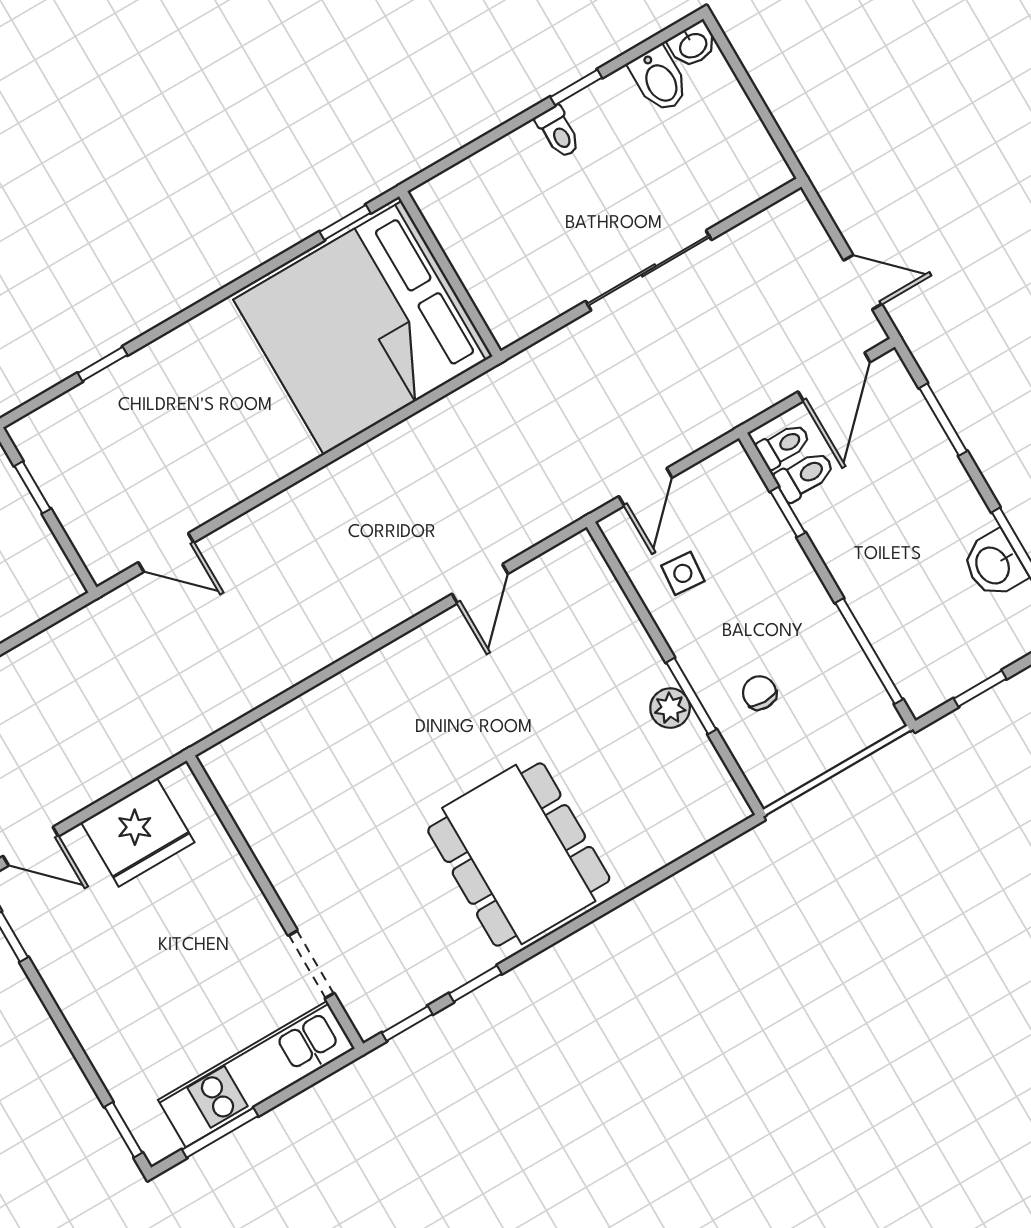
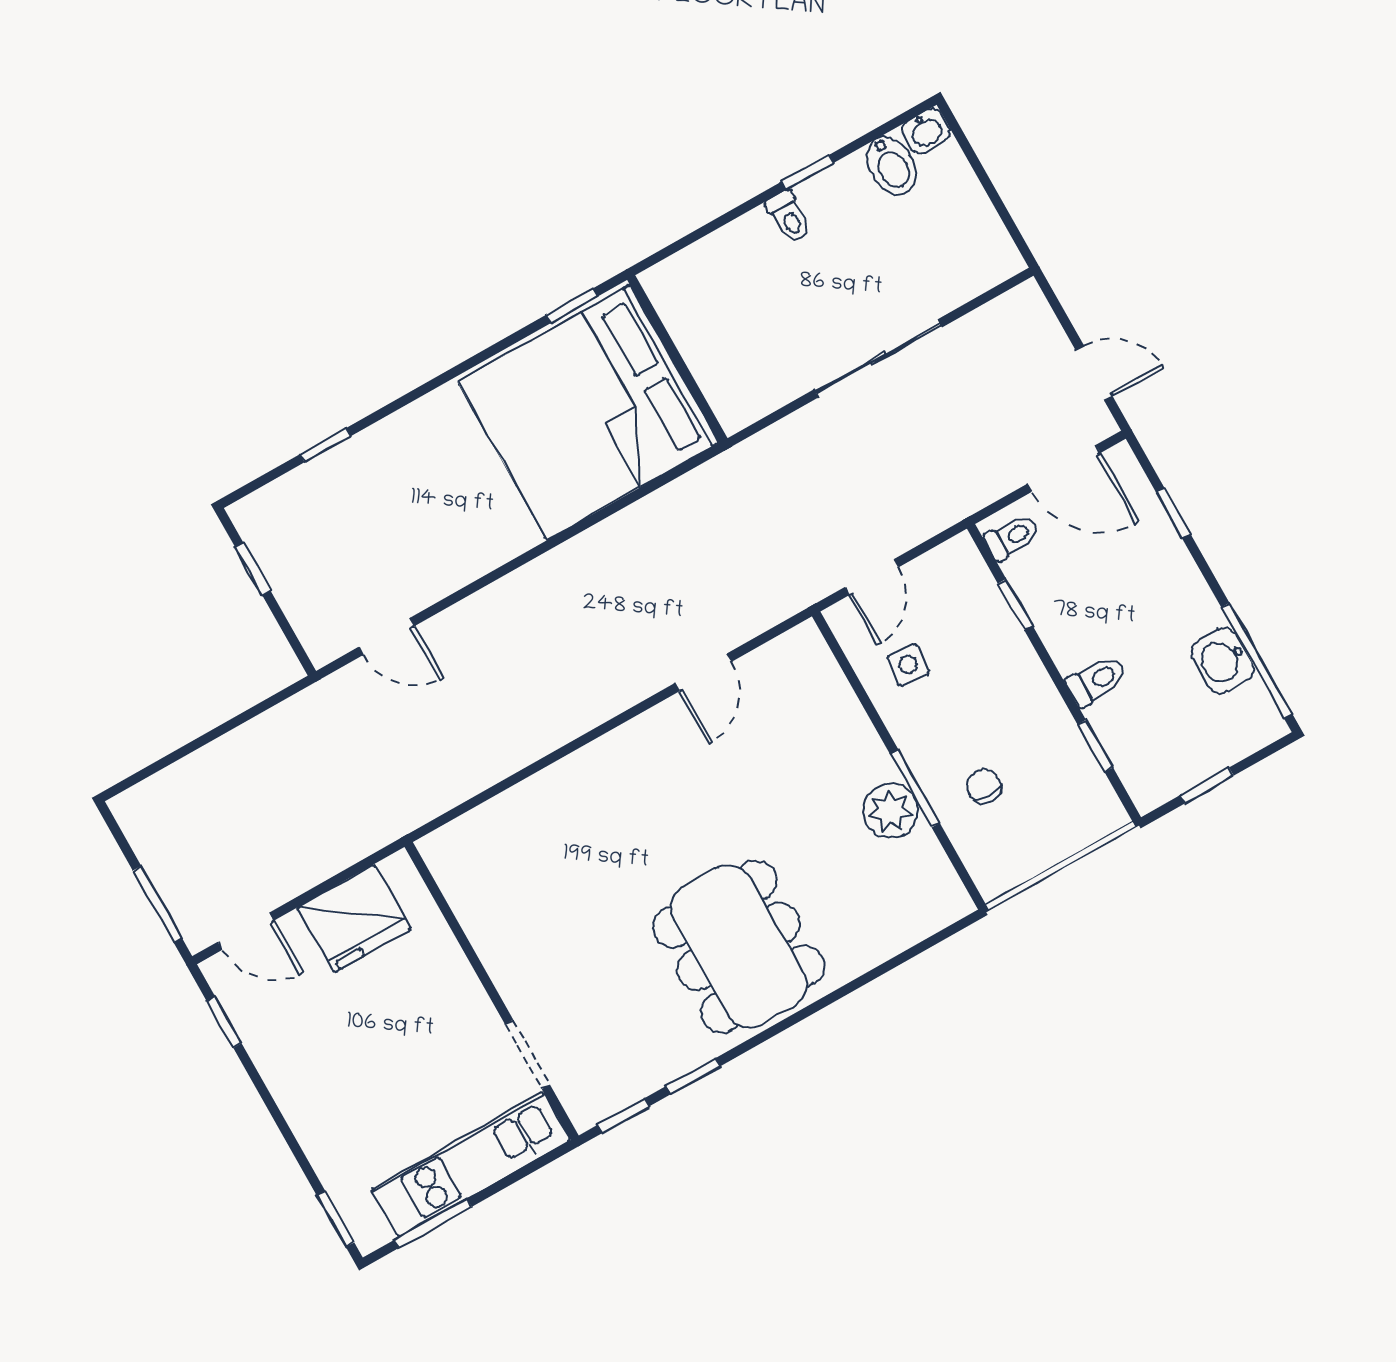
door: (834, 377) -> (1064, 468), hinge flipped
window: (943, 420) -> (1173, 513), width x0.67
toilet: (805, 476) -> (1096, 681), moved
window: (869, 651) -> (1095, 746), width x0.46
plant: (670, 708) -> (891, 811), width x1.38, depth x1.38

